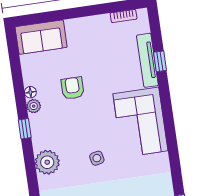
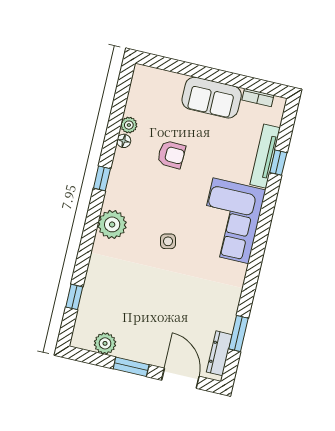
sofa: (41, 37) -> (212, 98), moved
armchair: (73, 88) -> (171, 155), turned 92
plant: (34, 106) -> (129, 125), moved

